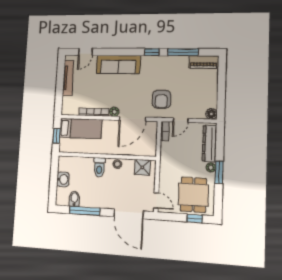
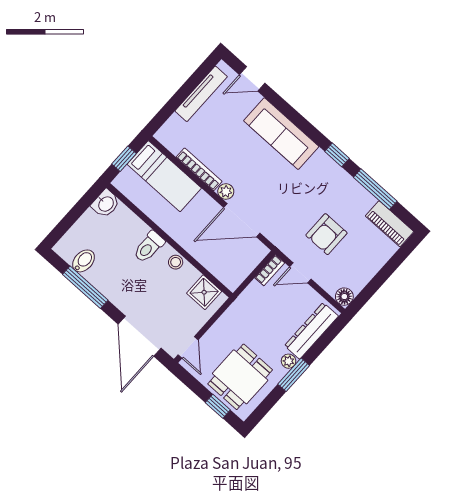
armchair: (161, 99) -> (326, 234), moved
washbasin: (63, 179) -> (106, 204), moved

